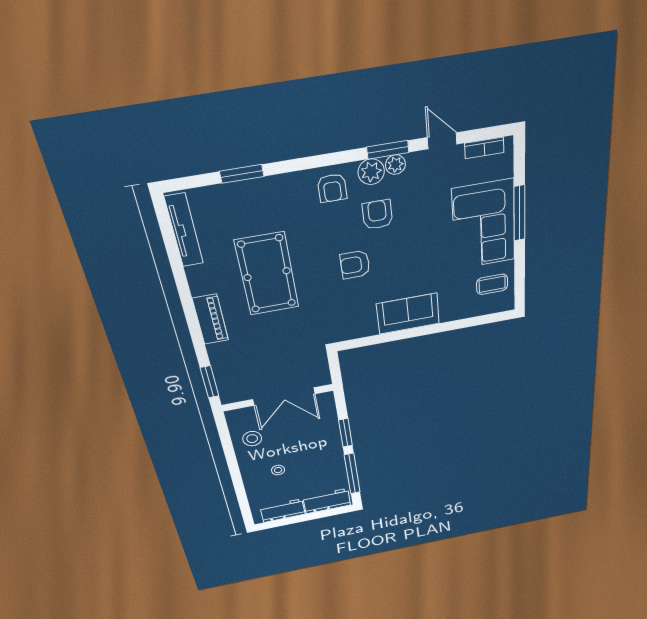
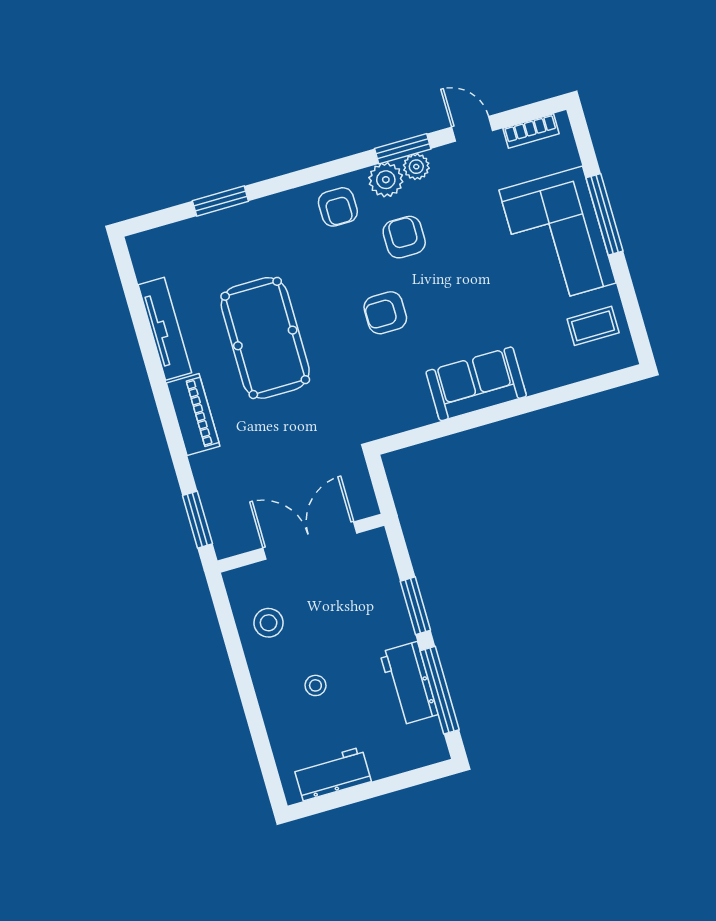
tv unit: (184, 230) -> (165, 329), moved
double door: (284, 397) -> (310, 541), swing flipped
workbench: (327, 501) -> (409, 683), moved, turned -90

